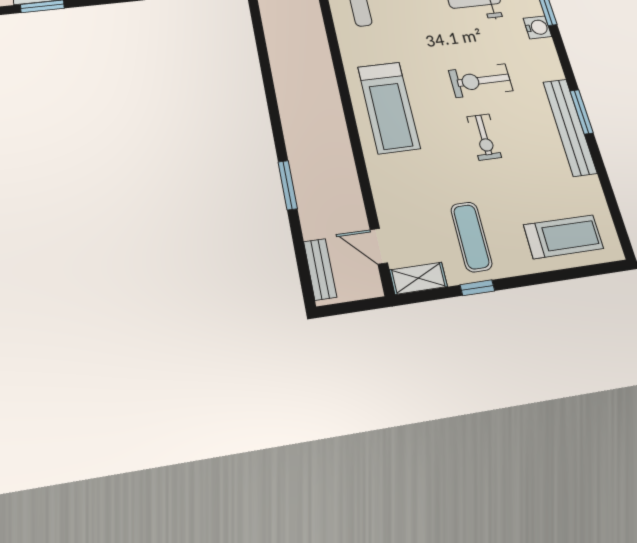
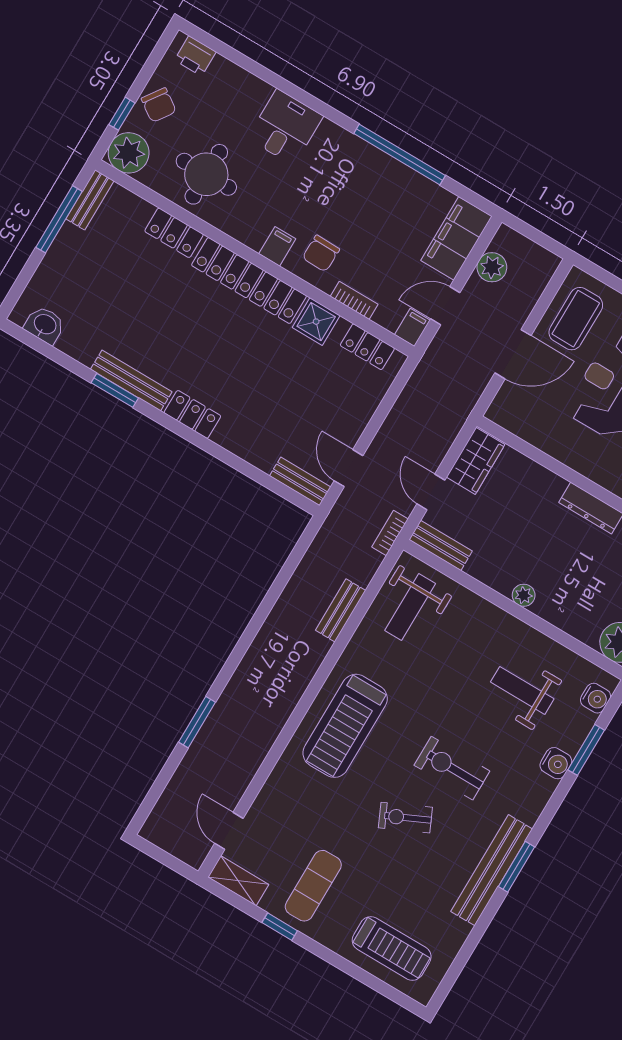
exercise bike: (484, 137) -> (405, 818), turned 65
bench: (320, 269) -> (341, 610), moved

